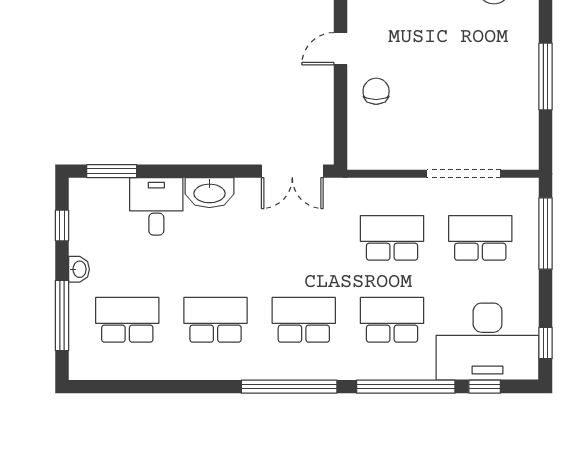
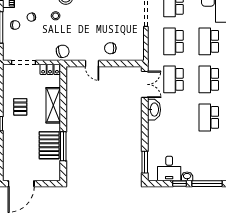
washbasin: (209, 193) -> (154, 110), moved
desk: (156, 206) -> (169, 168), moved, turned -90
window: (62, 225) -> (179, 184), moved
school desk: (127, 320) -> (174, 79), moved

